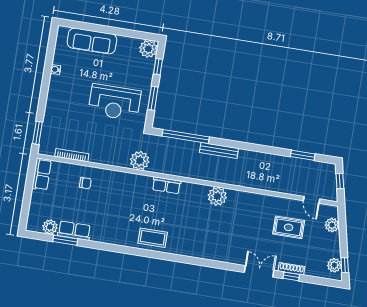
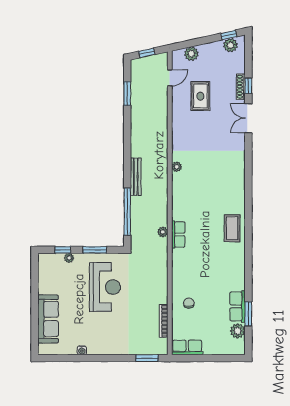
plant: (148, 49) -> (69, 258), moved, width x0.53, depth x0.53
plant: (140, 161) -> (163, 232), moved, width x0.53, depth x0.53
row of seats: (166, 185) -> (178, 234), moved
plant: (217, 196) -> (177, 167), width x0.53, depth x0.53

